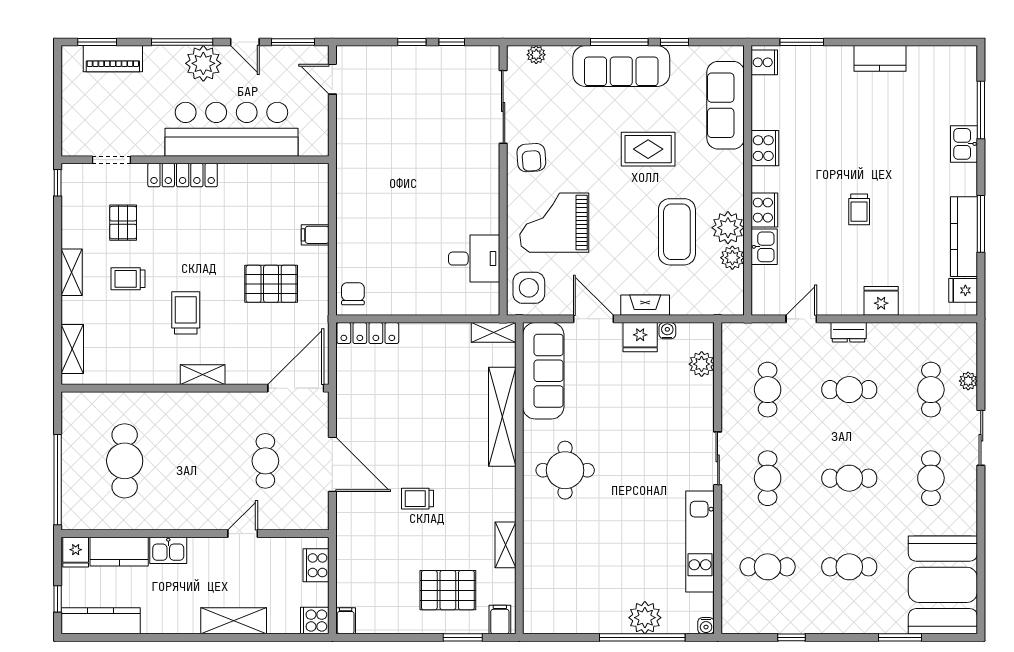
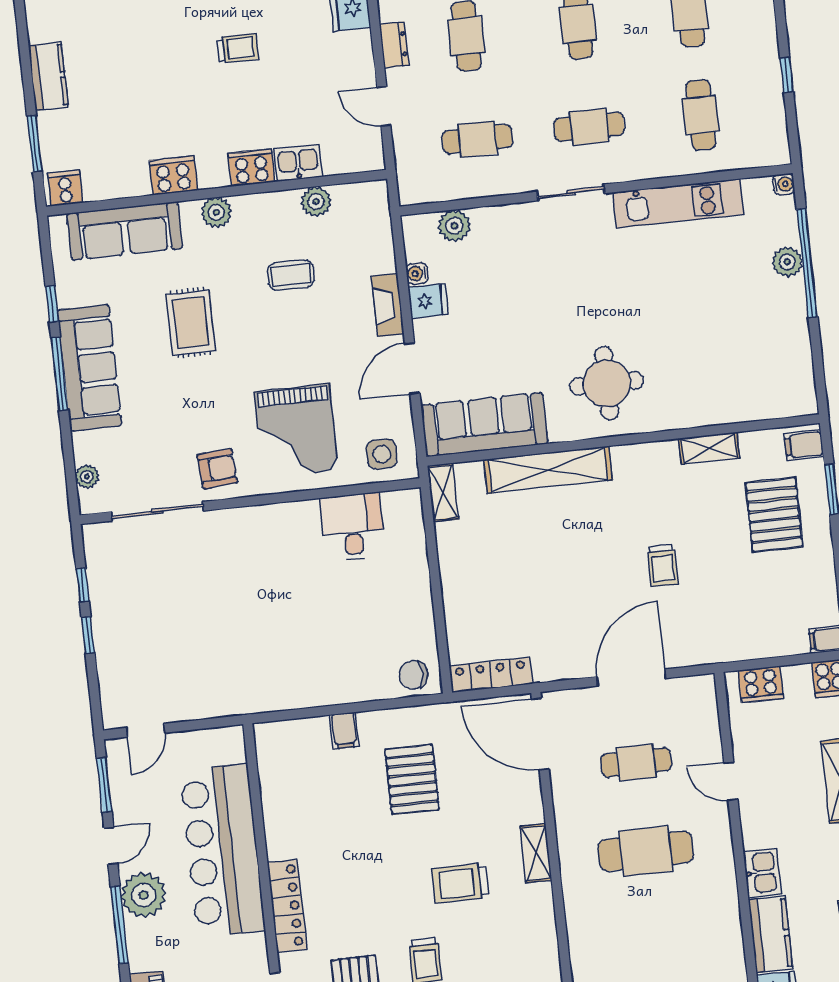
kitchen counter: (880, 58) -> (48, 76), moved
plant: (728, 228) -> (216, 212), moved, width x0.73, depth x0.73
coffee table: (677, 232) -> (291, 275), width x0.54, depth x0.58
side table: (529, 288) -> (382, 454), width x0.73, depth x0.73
locker: (368, 333) -> (491, 675), moved, turned -90
fridge: (640, 337) -> (428, 301), width x0.72
cafe table: (125, 461) -> (646, 851), moved
plant: (645, 618) -> (787, 262), width x0.73, depth x0.73

